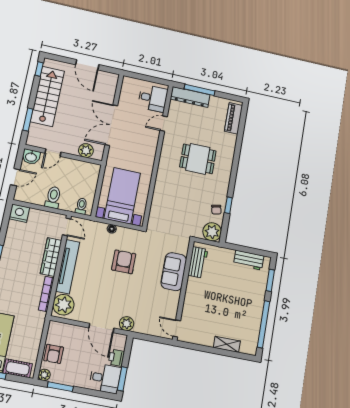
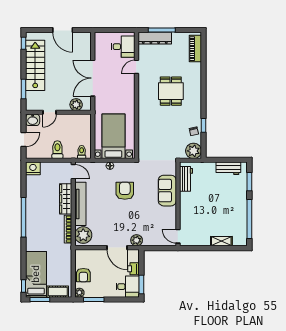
dining table: (198, 159) -> (171, 91), turned 90

